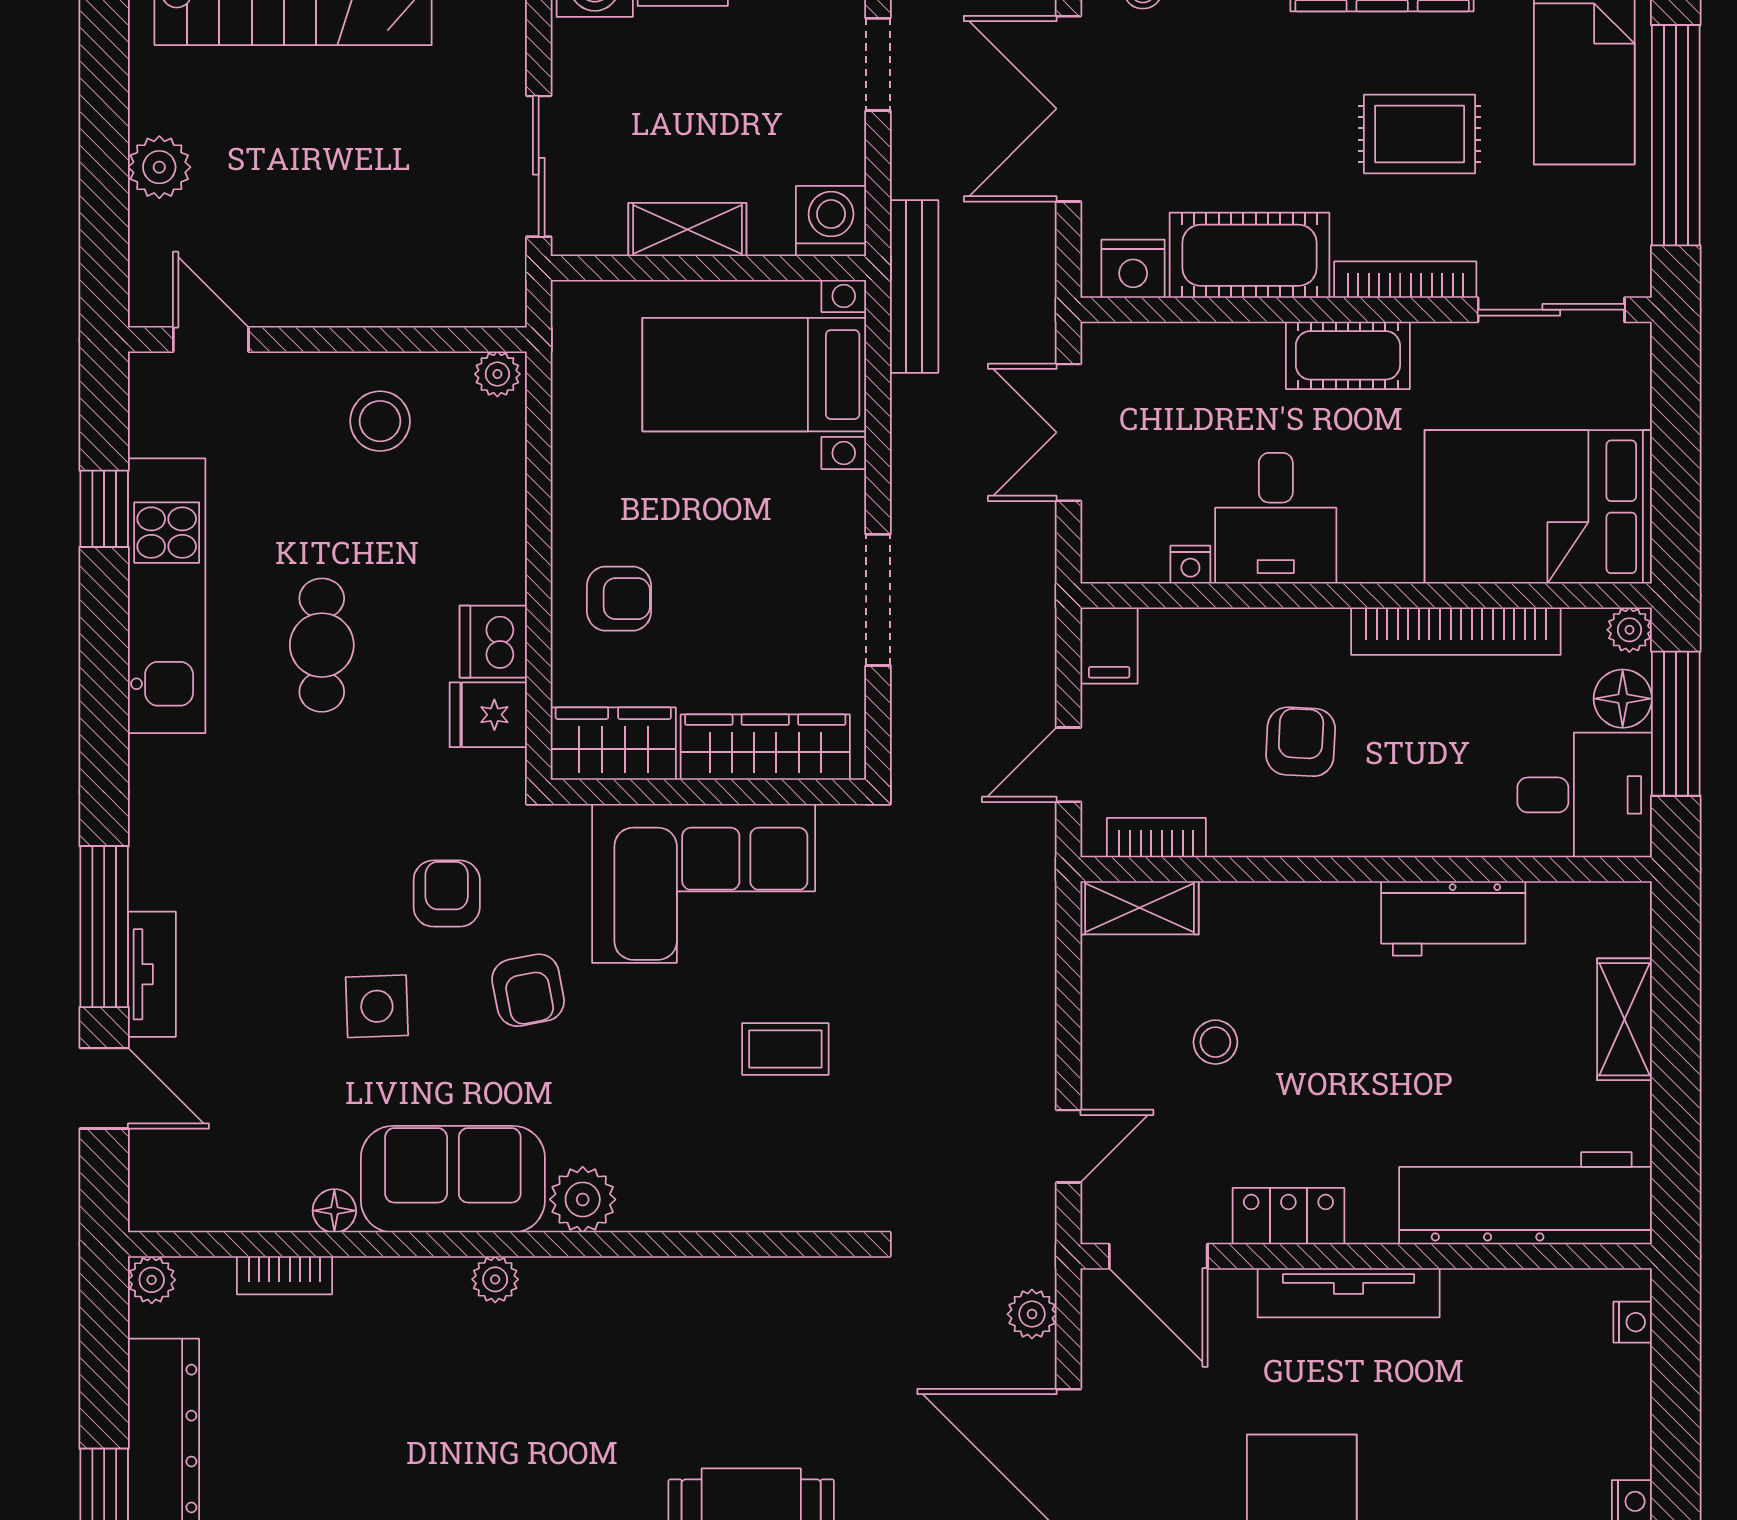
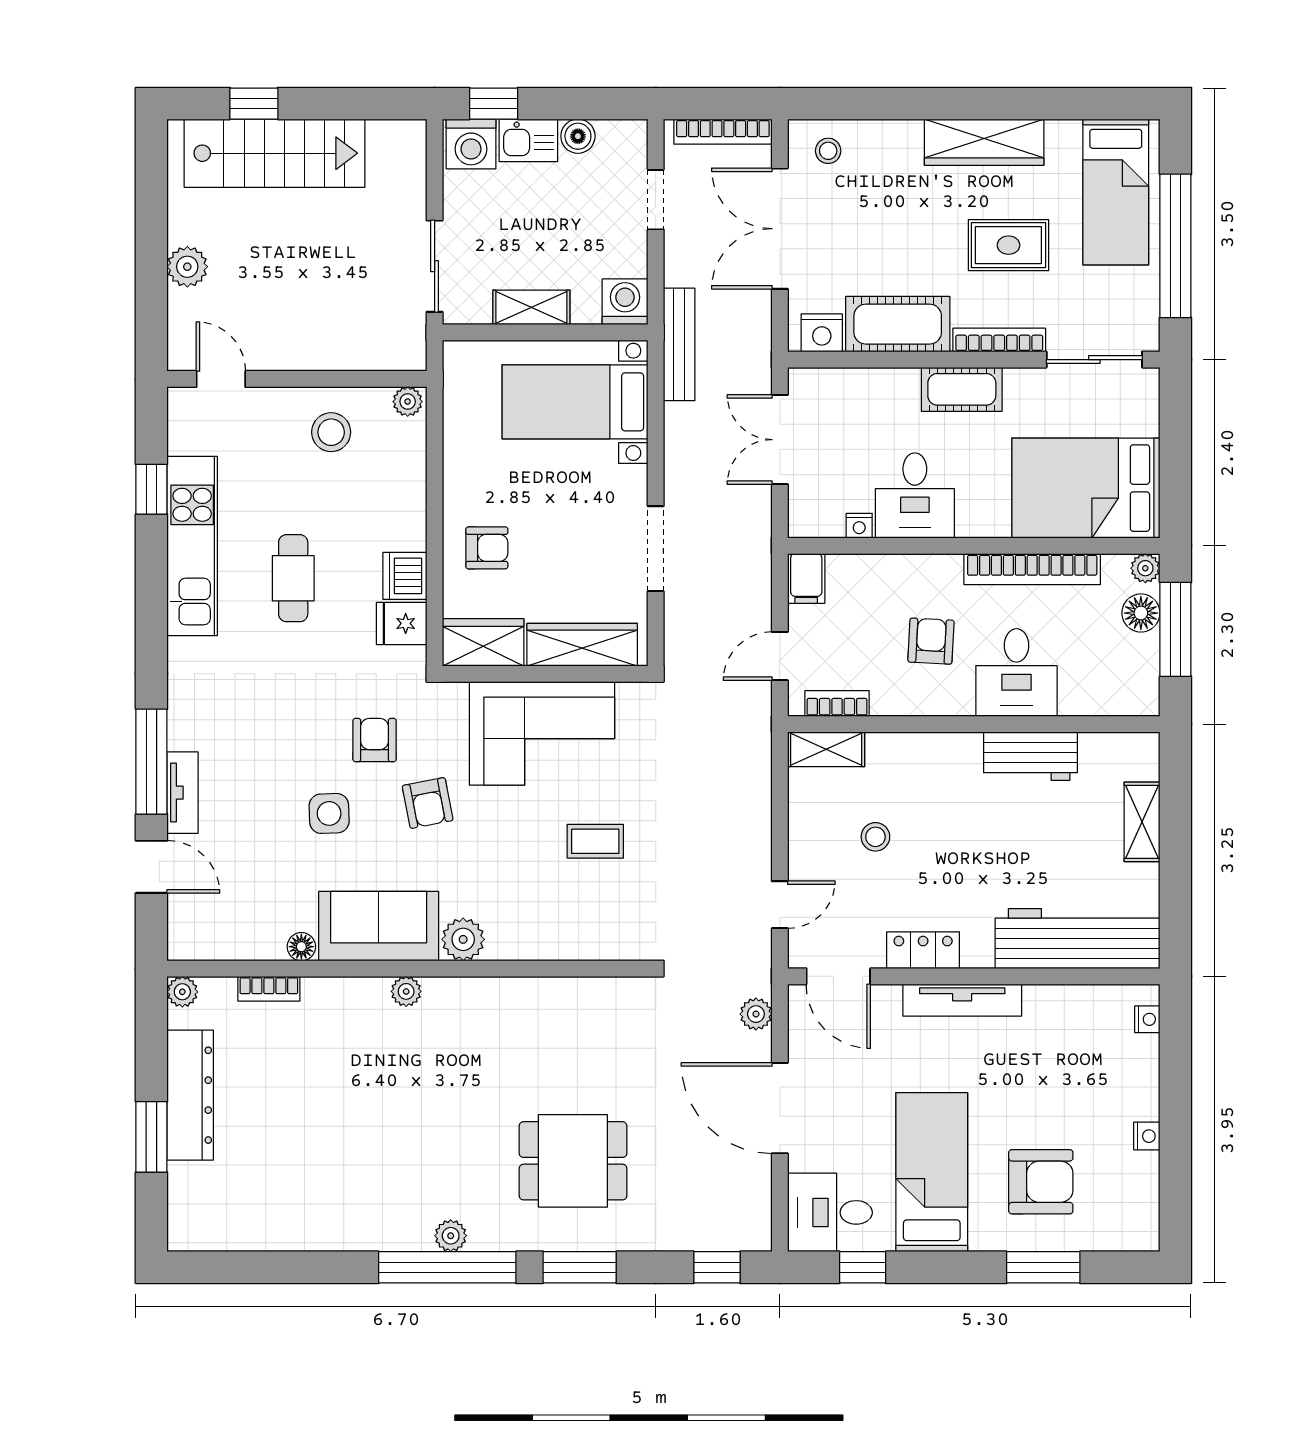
desk: (1585, 795) -> (1016, 673), moved, turned 90

